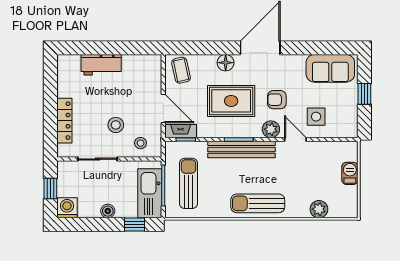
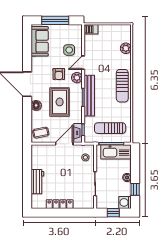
window: (364, 94) -> (55, 20), width x2.17
locker: (64, 121) -> (60, 204), moved
stool: (116, 125) -> (74, 173), removed
barbecue: (350, 173) -> (91, 29), moved
window: (134, 224) -> (135, 189), moved

